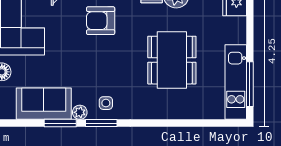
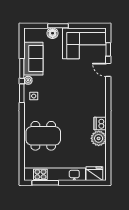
armchair: (101, 21) -> (83, 93), removed
dining table: (172, 60) -> (43, 136), moved
kitchen unit: (236, 82) -> (55, 174), width x1.36

